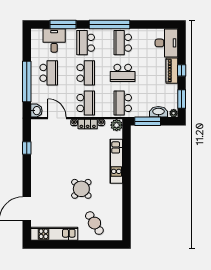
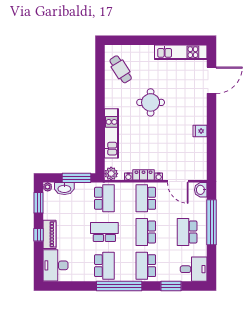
window: (63, 24) -> (171, 286), width x0.69
desk: (54, 40) -> (194, 269), moved, turned -90
school desk: (86, 43) -> (146, 266), turned 180
window: (27, 148) -> (212, 148), removed
fridge: (37, 163) -> (200, 131), added
round table: (81, 189) -> (151, 102), turned 45
cafe table: (94, 223) -> (121, 69), moved

